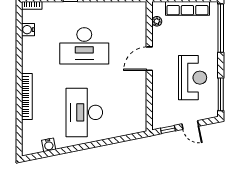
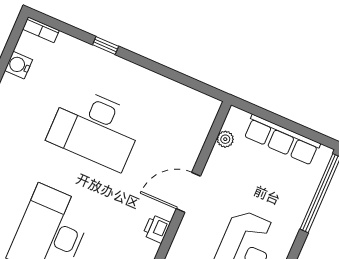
printer: (141, 86) -> (156, 229), added

